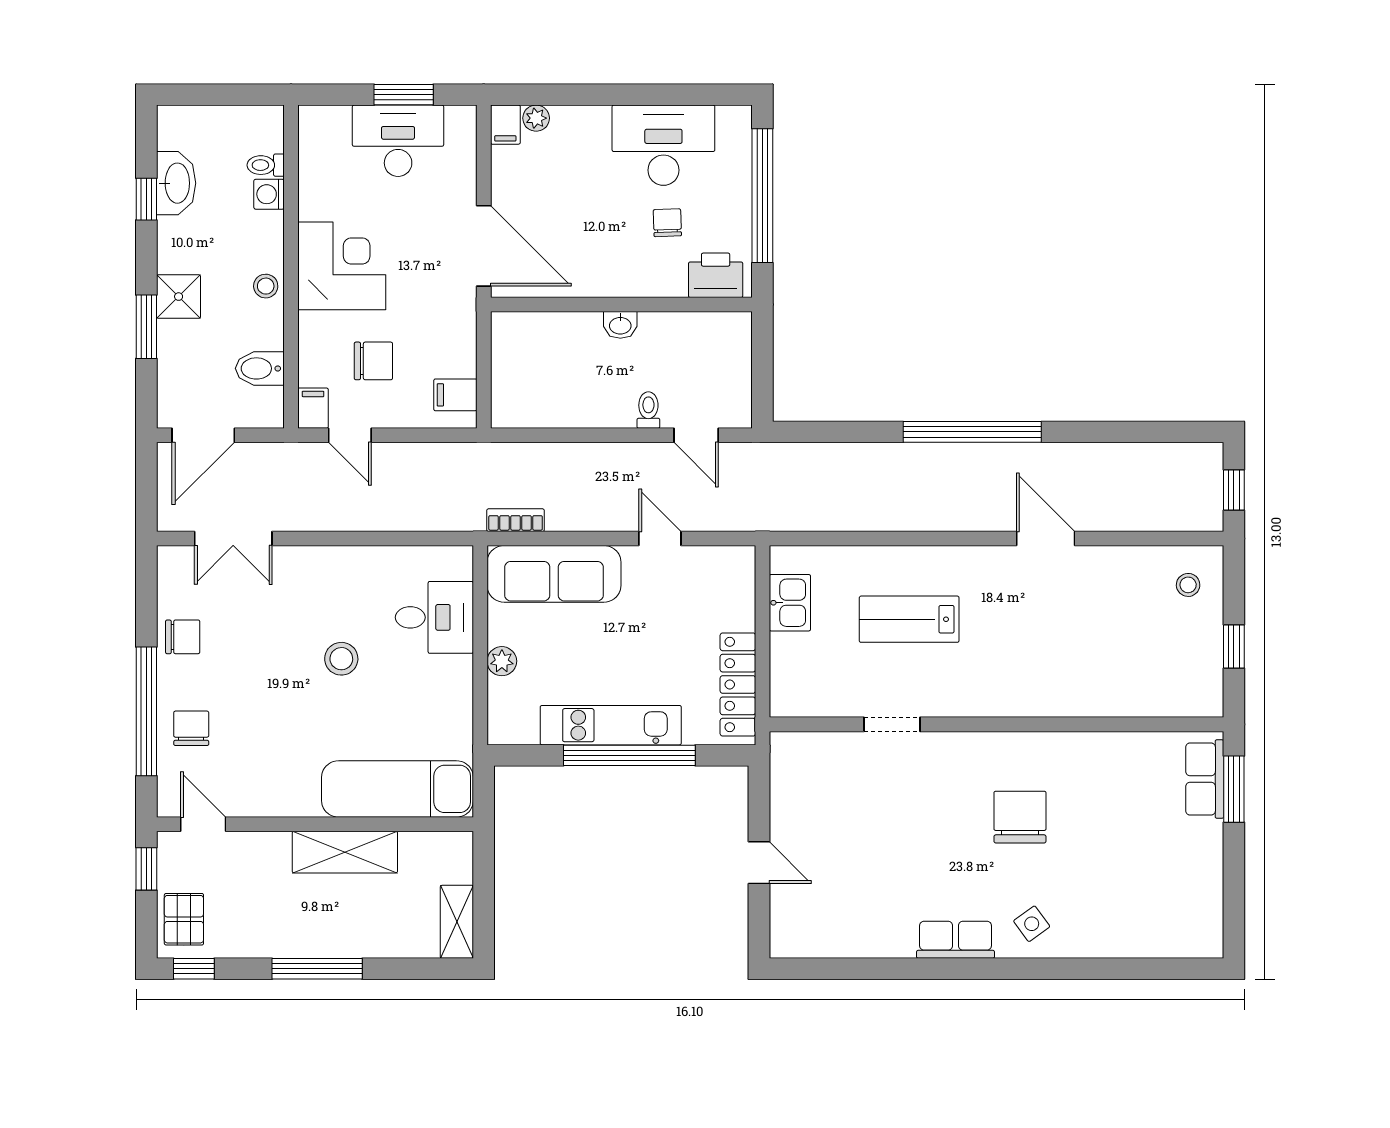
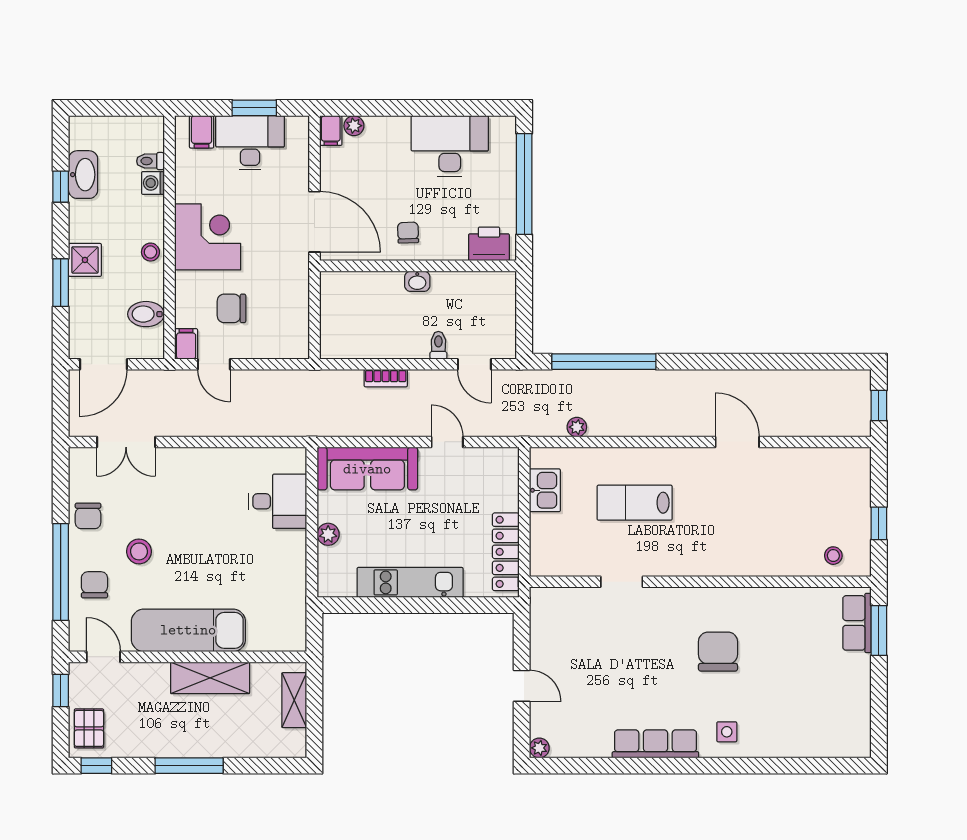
chair: (667, 223) -> (408, 233), moved
chair: (373, 361) -> (231, 308), turned 180
filing cabinet: (455, 395) -> (202, 132), moved, turned -90
window: (972, 432) -> (604, 362), moved
plant: (832, 519) -> (577, 427), added
bookcase: (516, 520) -> (386, 378), moved, turned 180
stool: (1188, 585) -> (833, 556), moved
chair: (183, 637) -> (88, 516), turned 90
stool: (341, 659) -> (139, 551), moved
window: (629, 755) -> (424, 605), removed
exam couch: (397, 789) -> (188, 630), moved
shelving: (457, 922) -> (294, 700), moved
side table: (1032, 924) -> (727, 732), turned 36
row of seats: (956, 940) -> (655, 744), width x1.48
plant: (782, 945) -> (539, 748), added

